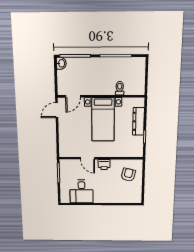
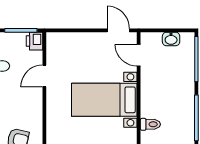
washbasin: (61, 63) -> (171, 39), moved
printer: (104, 164) -> (34, 41), moved

